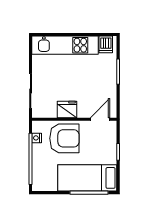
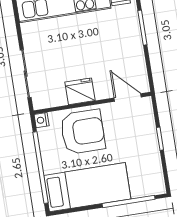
door: (100, 119) -> (128, 97), hinge flipped
nightstand: (37, 138) -> (42, 120), moved
bed: (87, 178) -> (87, 187), moved, turned 180

